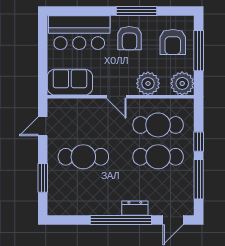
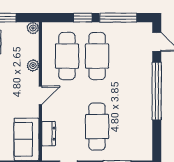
plant: (148, 83) -> (33, 66), width x0.53, depth x0.53
plant: (182, 83) -> (33, 28), width x0.53, depth x0.53
dresser: (135, 208) -> (49, 134), moved, turned 180

